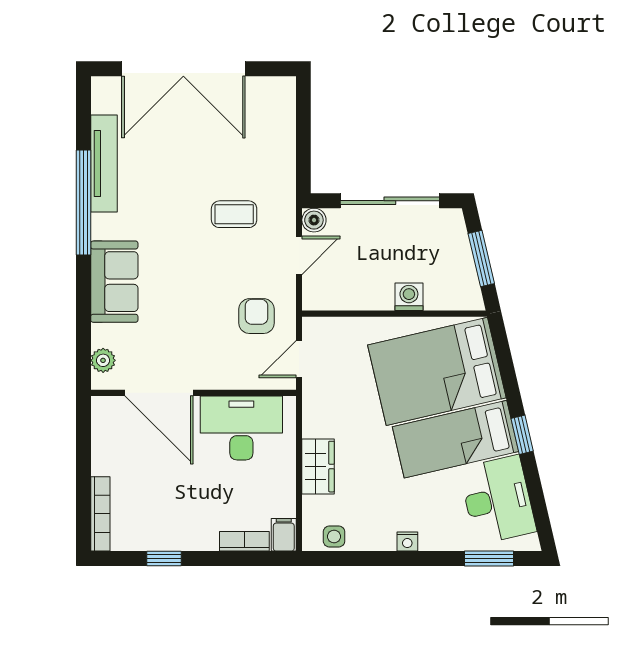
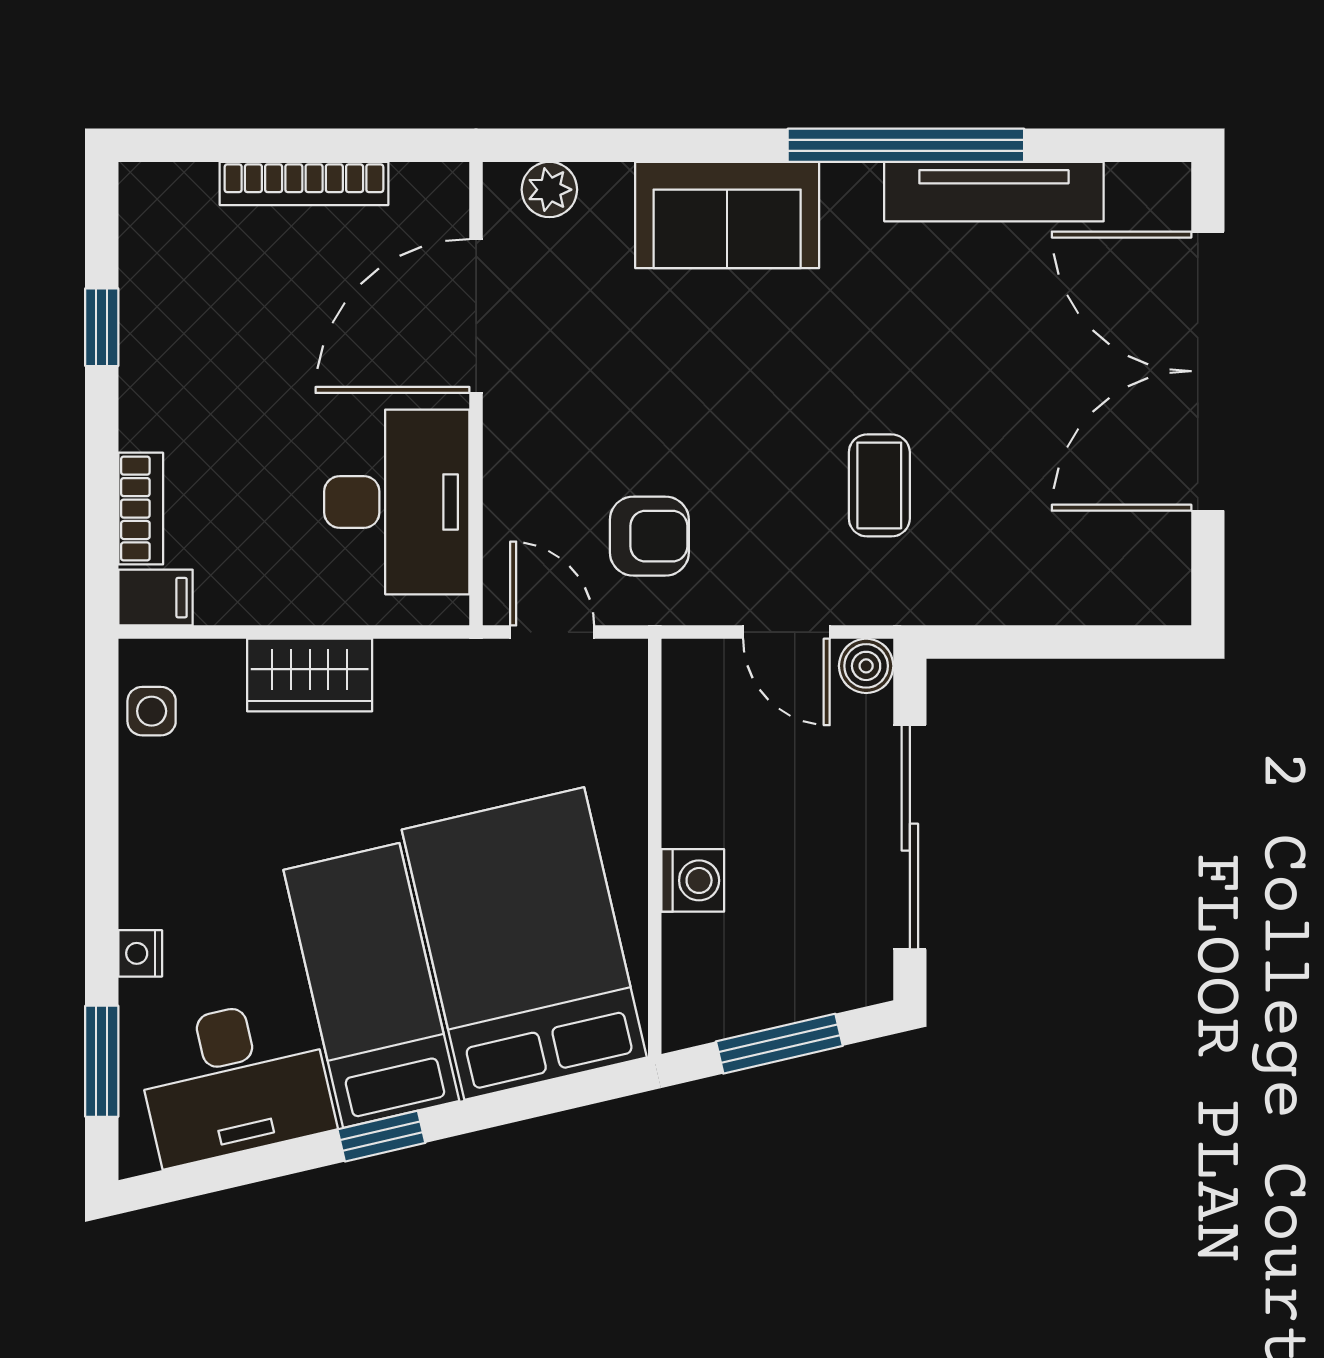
bookcase: (100, 514) -> (304, 183), moved
nightstand: (407, 542) -> (140, 953), moved

